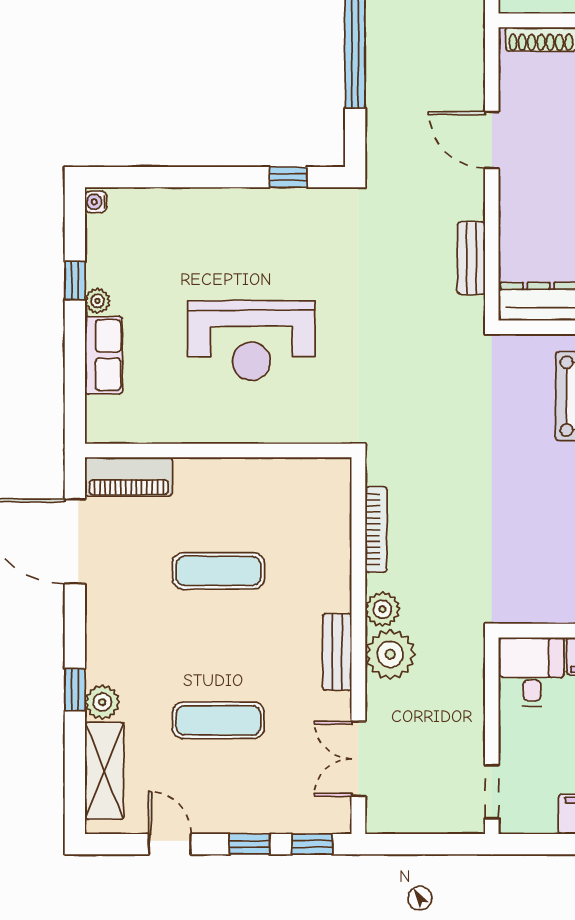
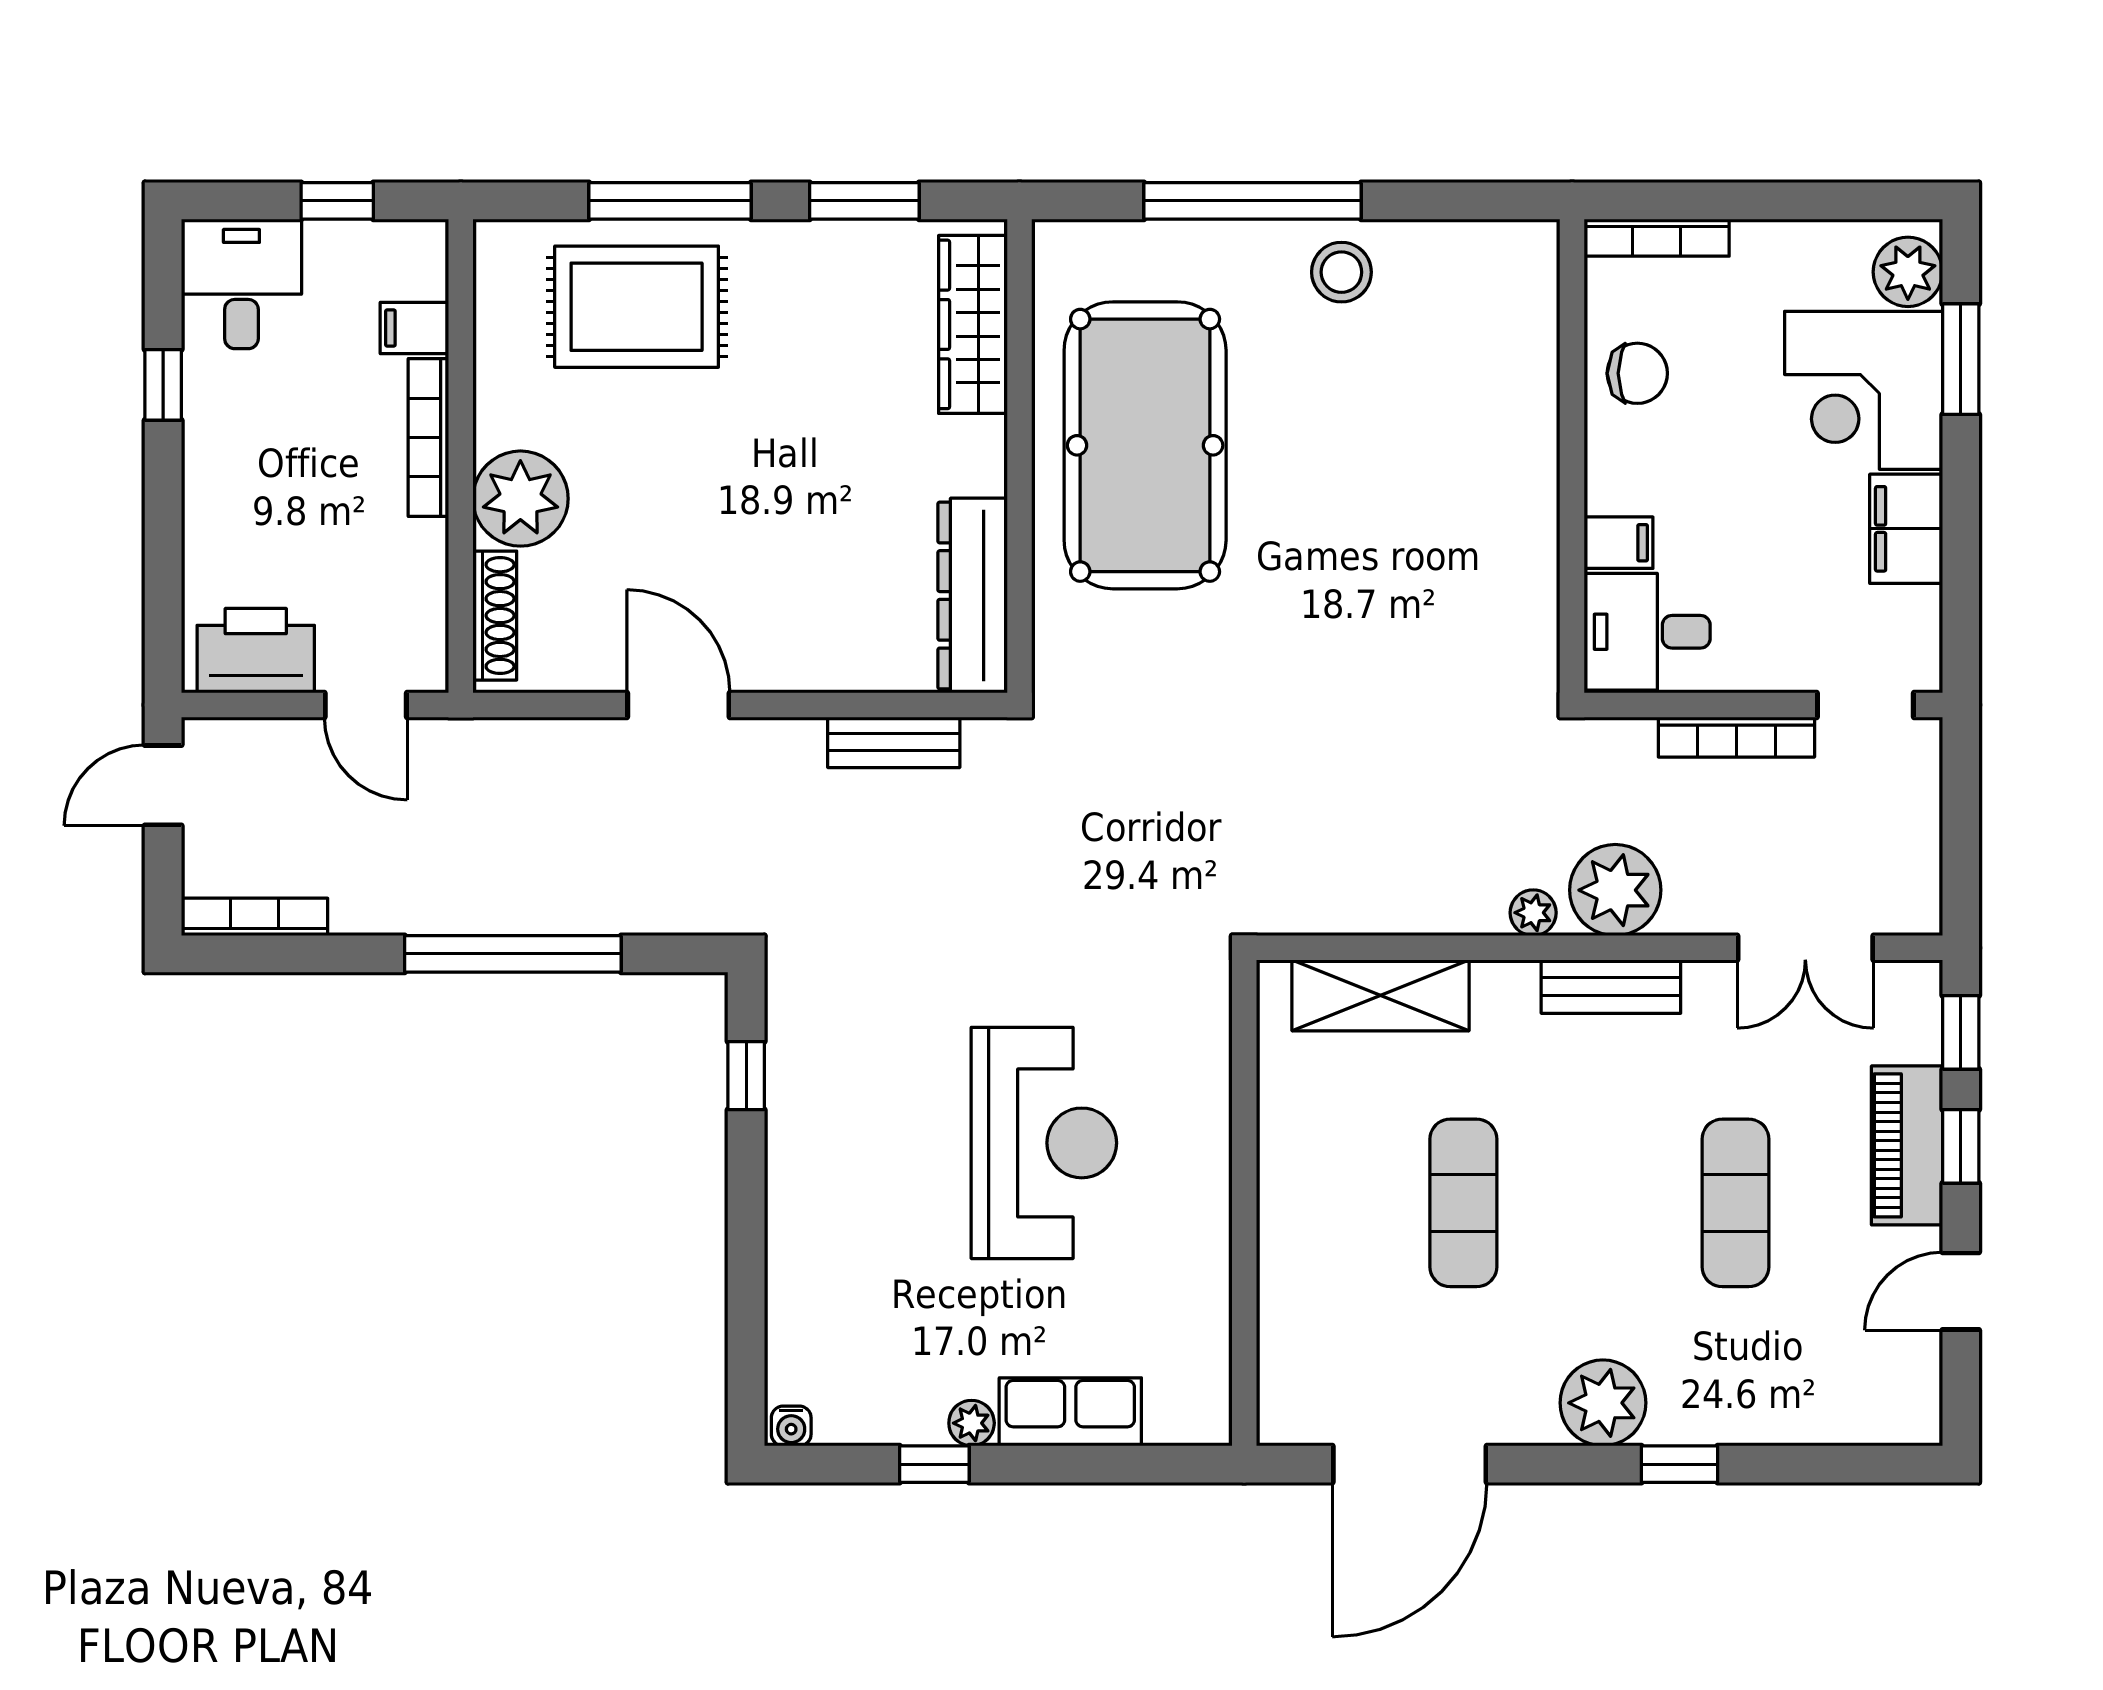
door: (492, 140) -> (678, 705), swing flipped
piano: (129, 477) -> (1907, 1145), moved, turned 180
bookcase: (376, 530) -> (1736, 737), moved, turned 180
plant: (382, 609) -> (1533, 913), width x0.73, depth x0.73
plant: (102, 702) -> (1603, 1403), moved, width x1.36, depth x1.36
shelving: (104, 771) -> (1381, 995), moved

